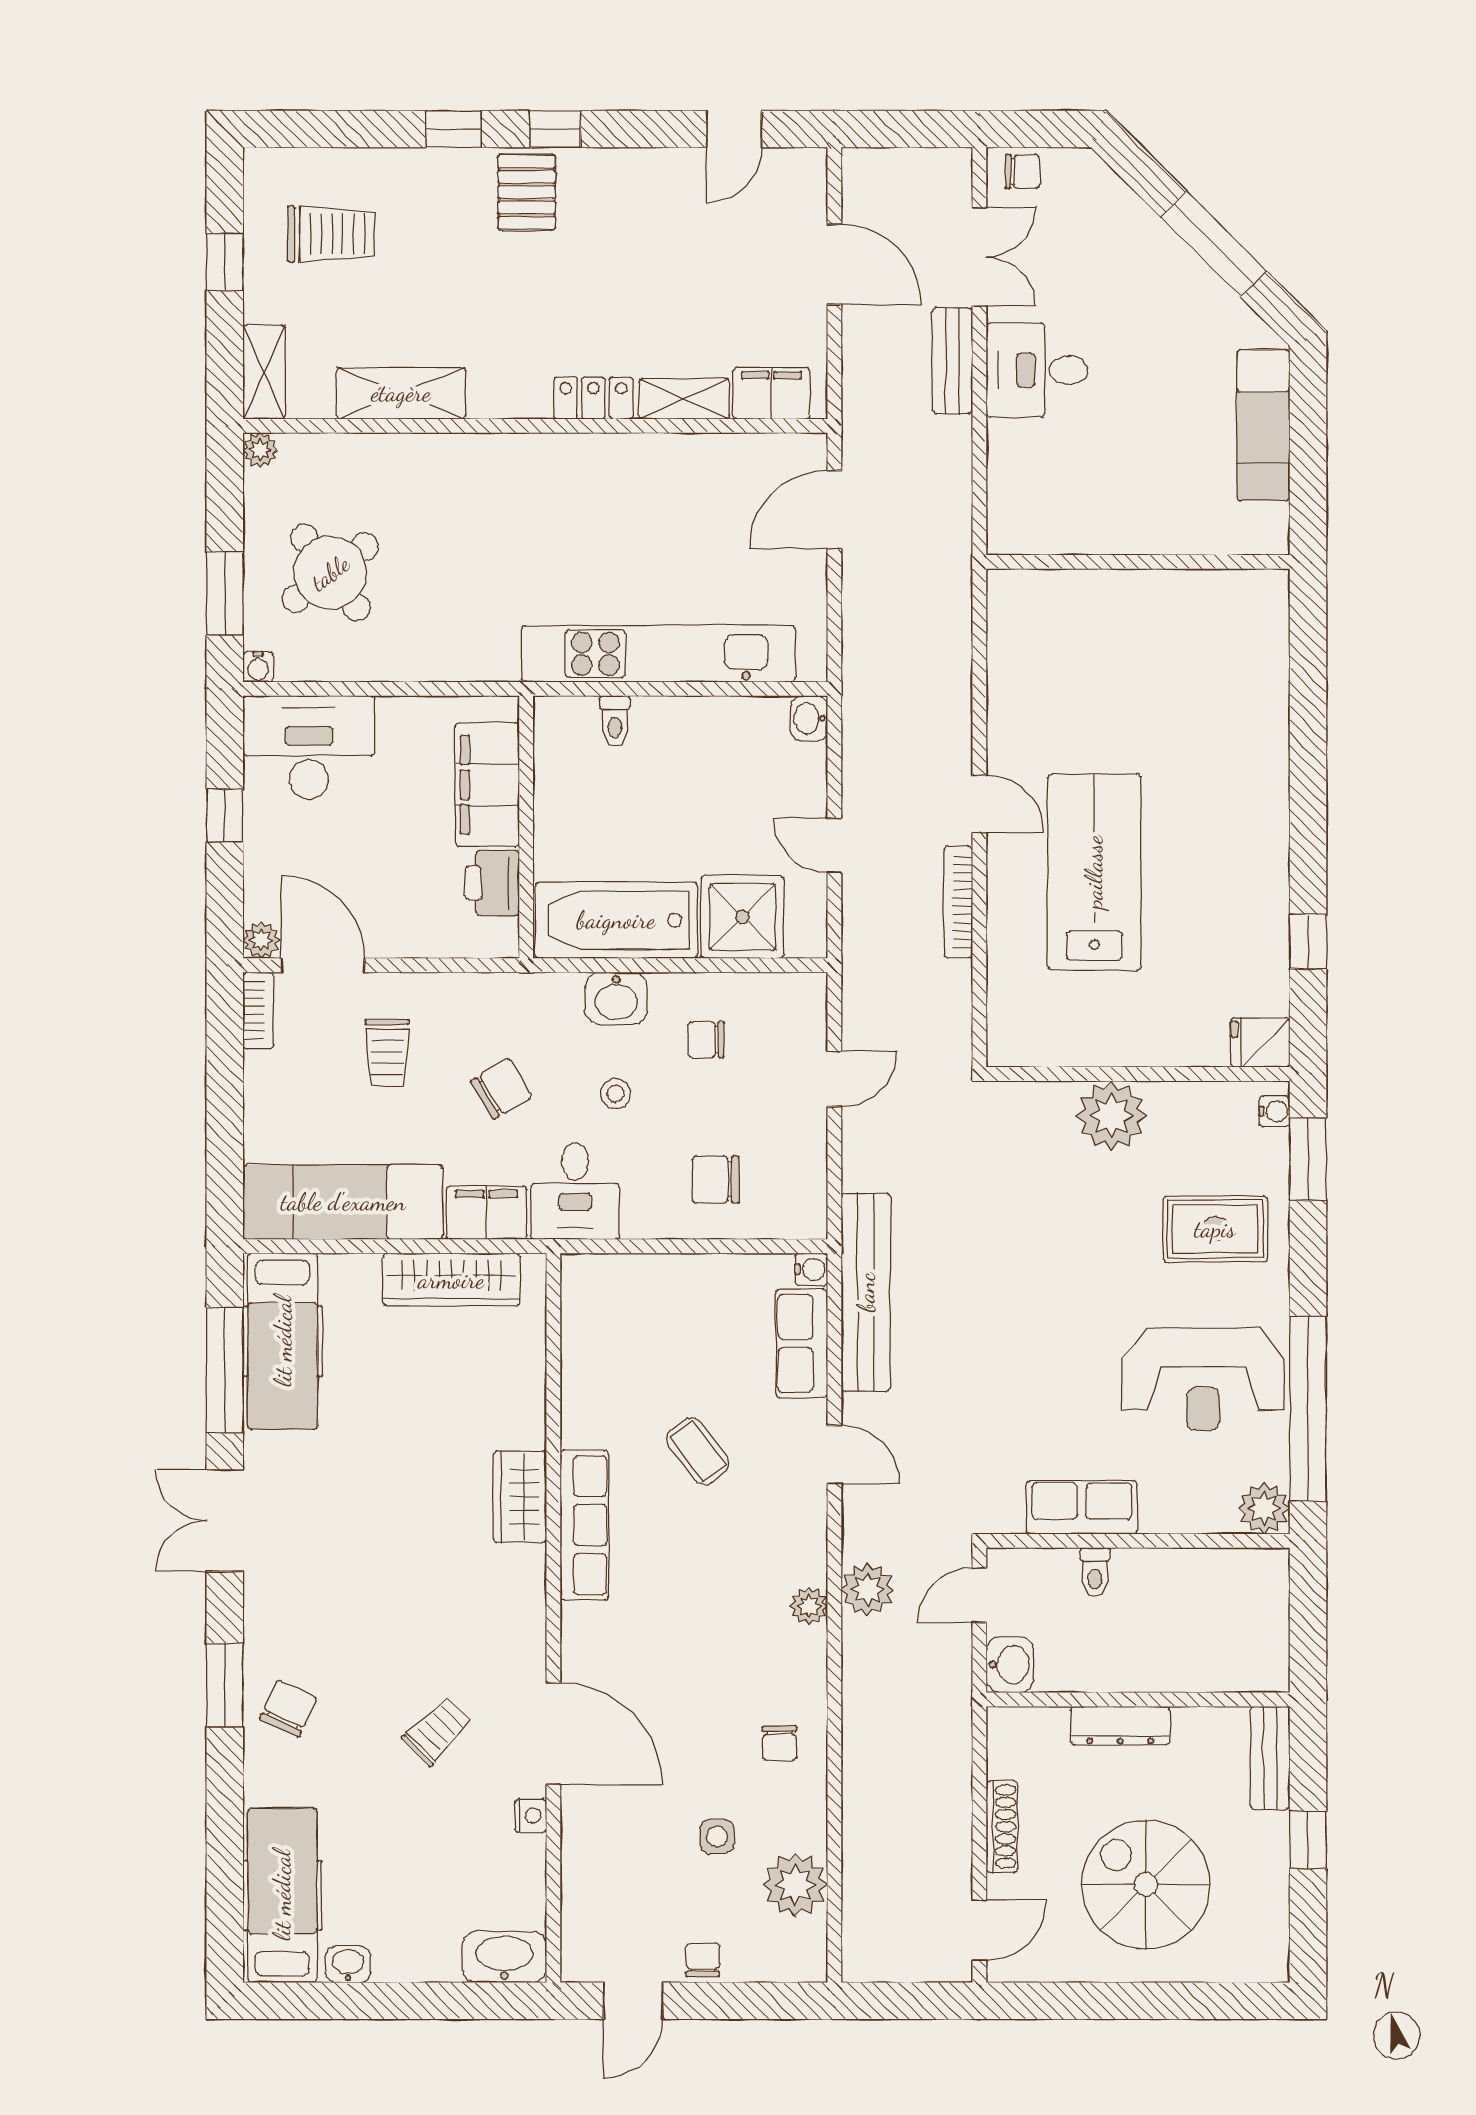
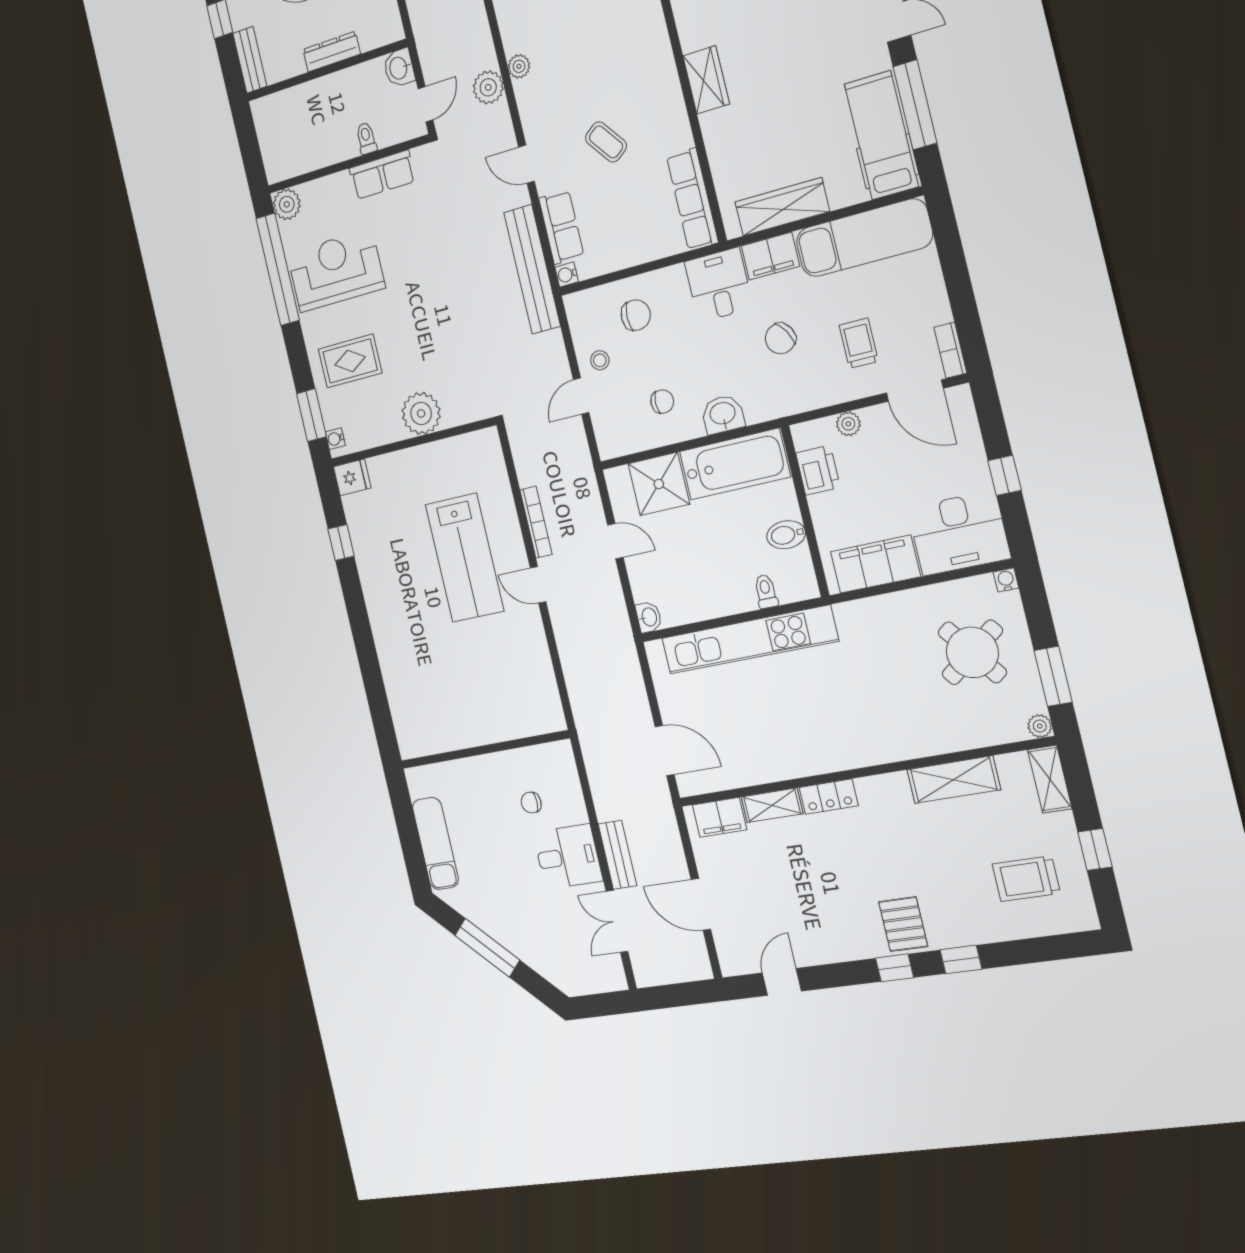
chair: (1022, 171) -> (531, 803), moved
door: (834, 510) -> (665, 751), hinge flipped
window: (225, 594) -> (1053, 676), moved
filing cabinet: (487, 785) -> (875, 564), moved, turned -90
bidet: (563, 799) -> (786, 535), added
plant: (261, 940) -> (848, 424), moved
stool: (616, 1094) -> (600, 360), moved
row of seats: (584, 1525) -> (692, 199), moved

